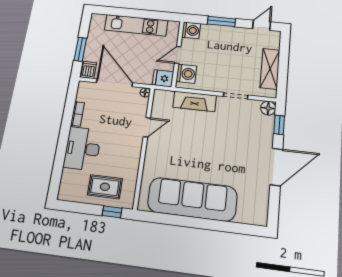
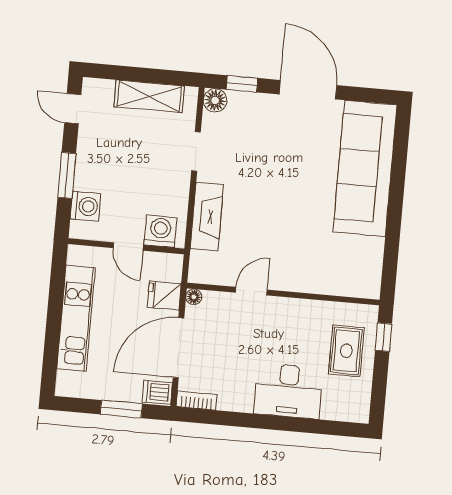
washing machine: (191, 30) -> (85, 206), moved, turned 90
fridge: (163, 78) -> (164, 295), moved, turned 90
bookcase: (78, 114) -> (197, 401), moved
door: (147, 127) -> (251, 291), hinge flipped
sofa: (192, 199) -> (365, 168), moved

